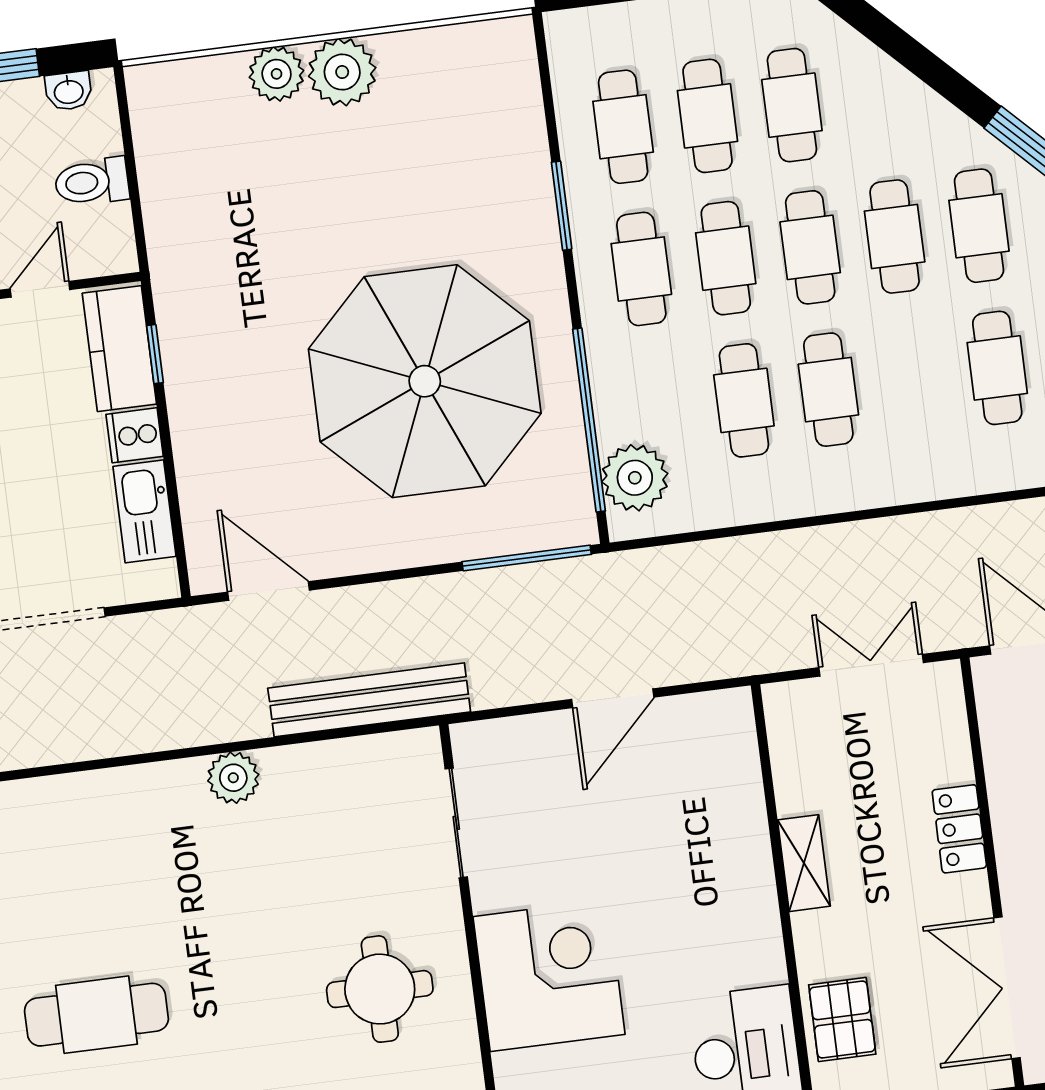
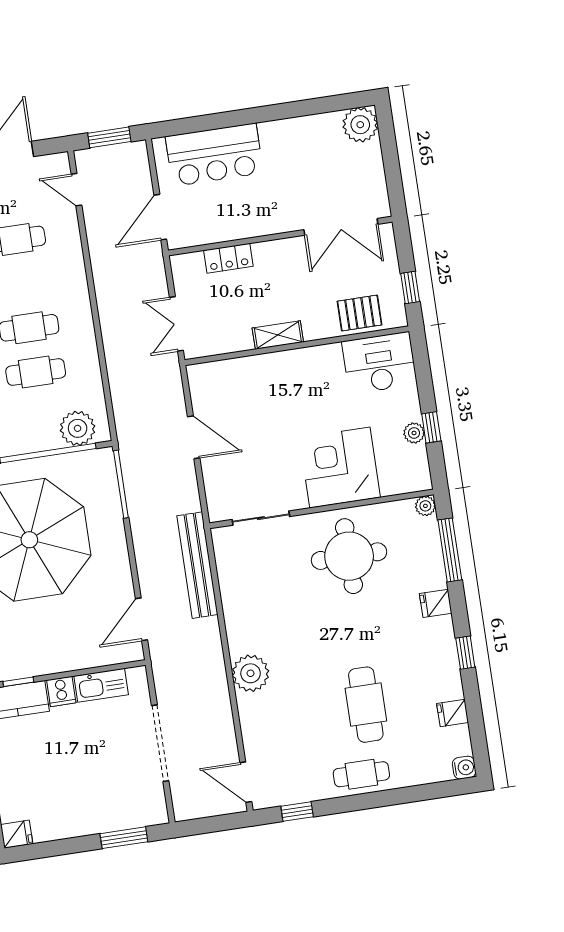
double door: (871, 665) -> (176, 324), moved
plant: (233, 778) -> (251, 673), moved, width x1.36, depth x1.36
locker: (959, 829) -> (228, 258), moved
round table: (380, 989) -> (349, 556), width x1.36, depth x1.36

